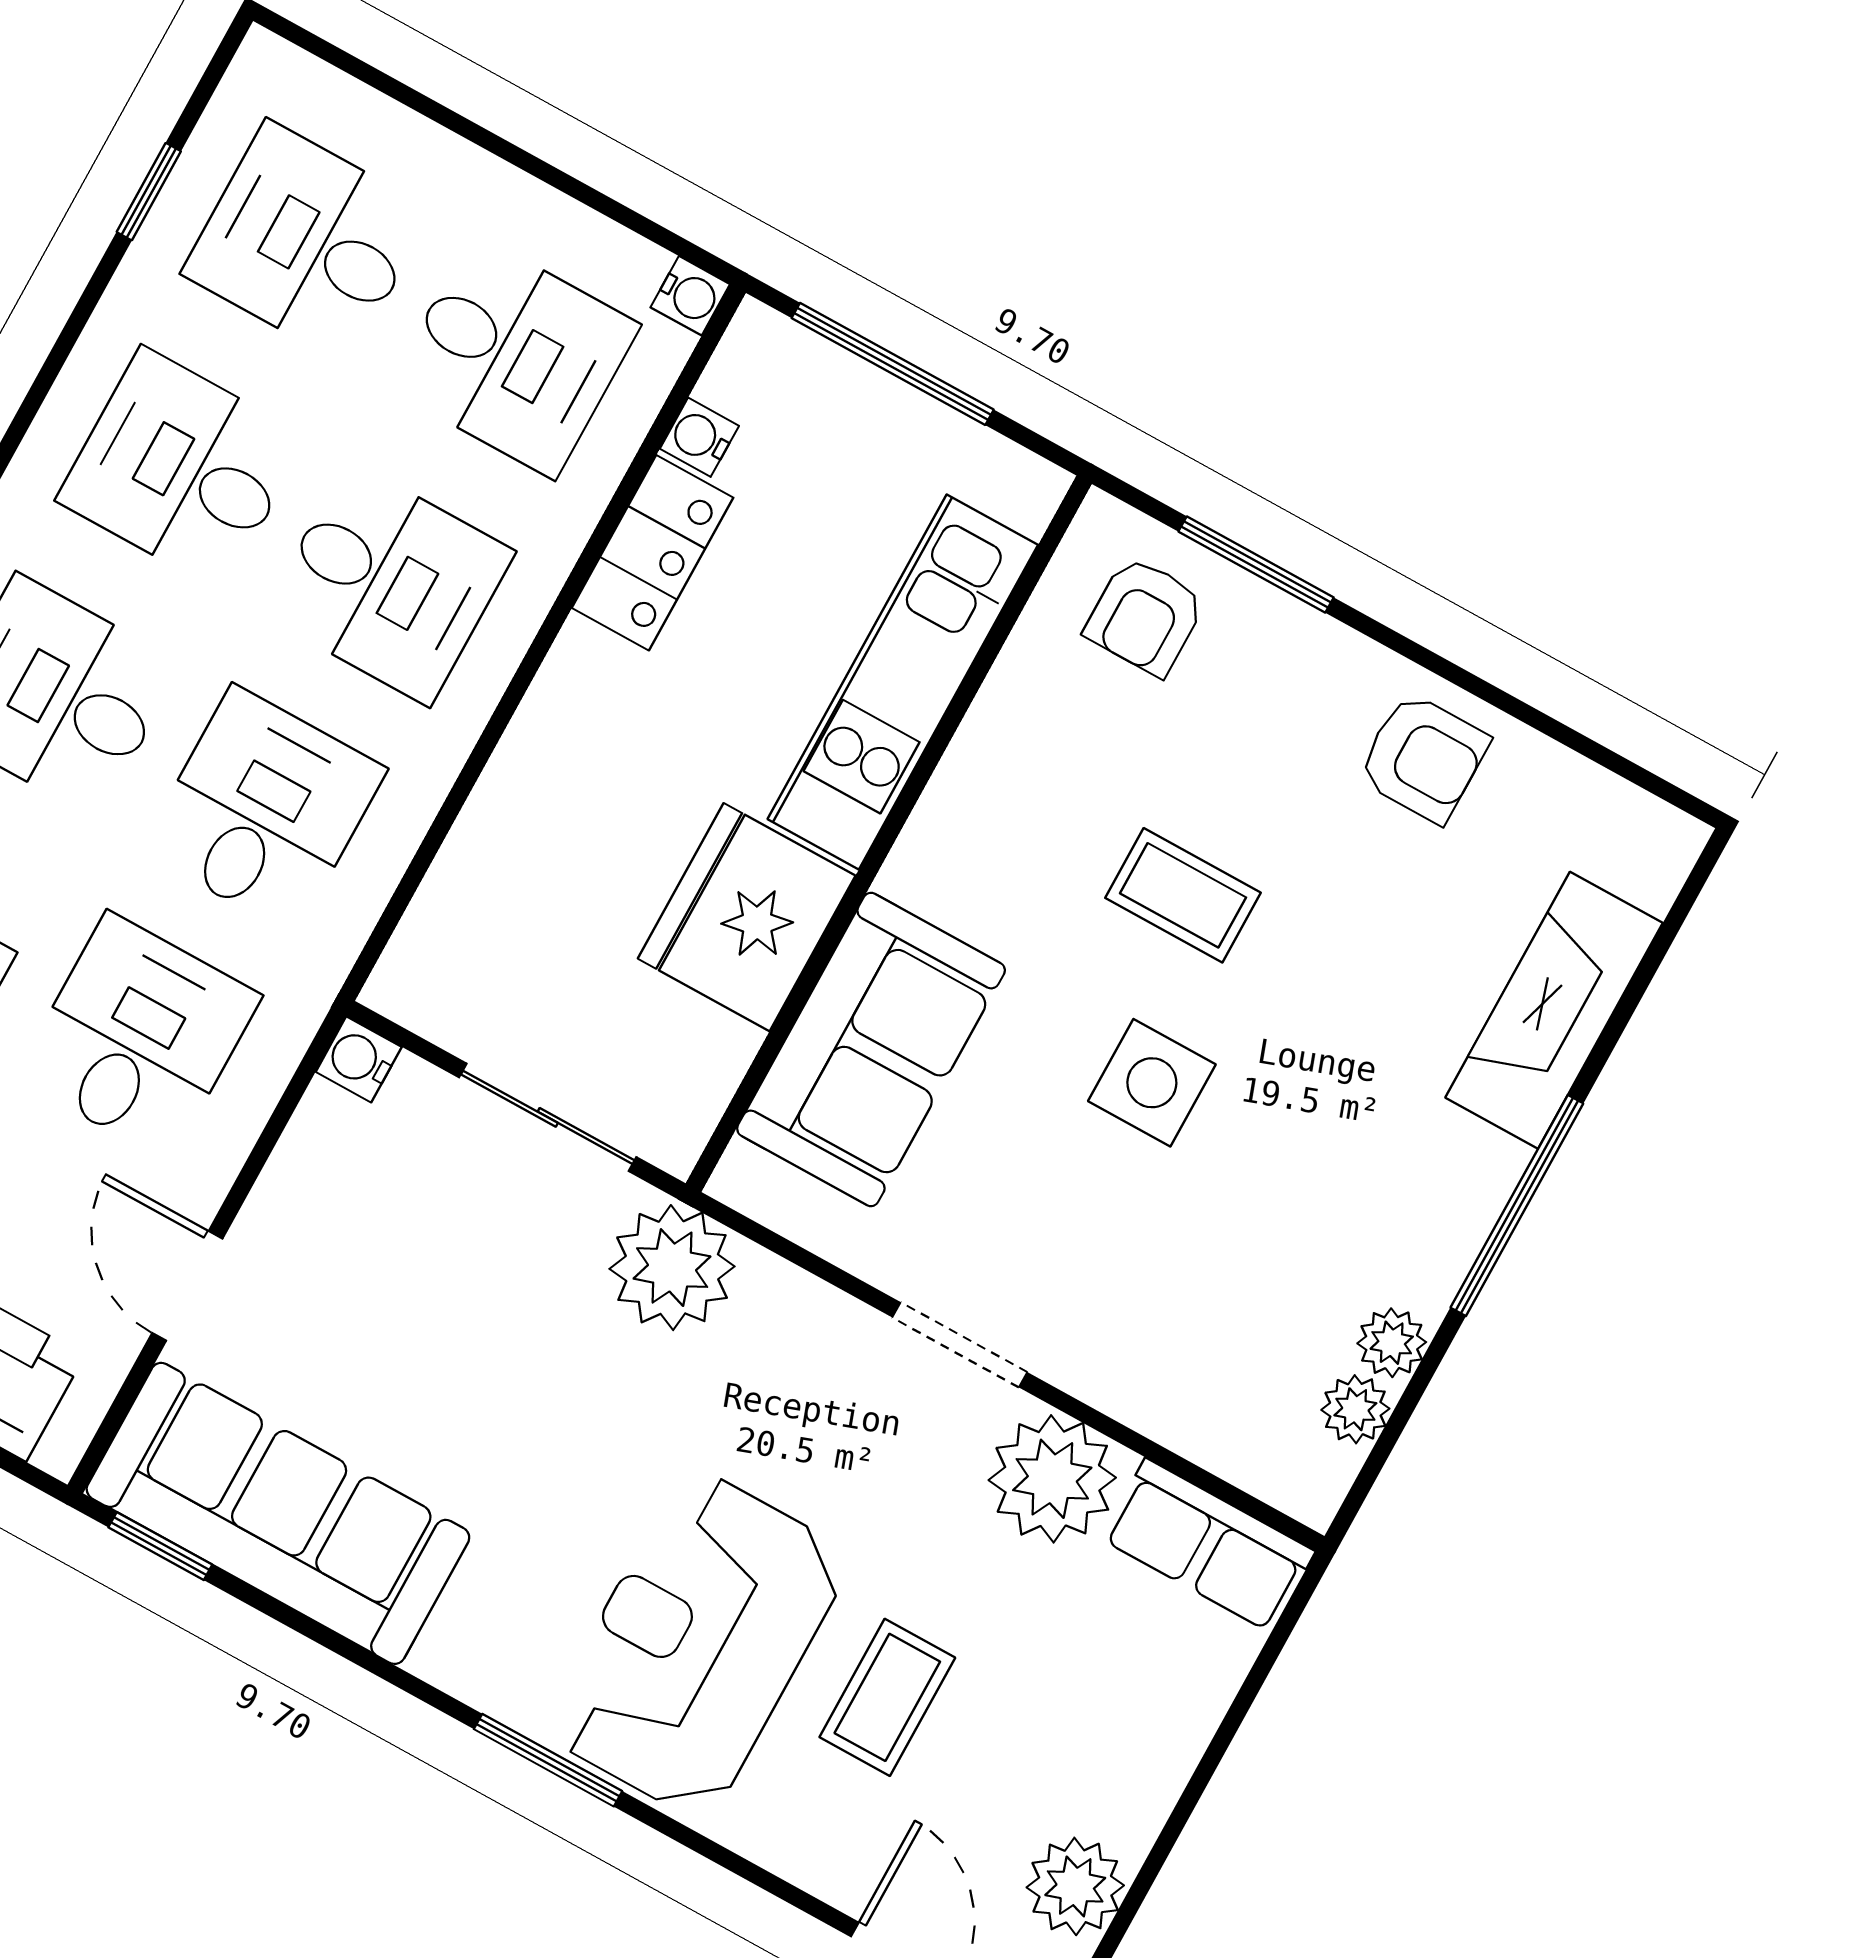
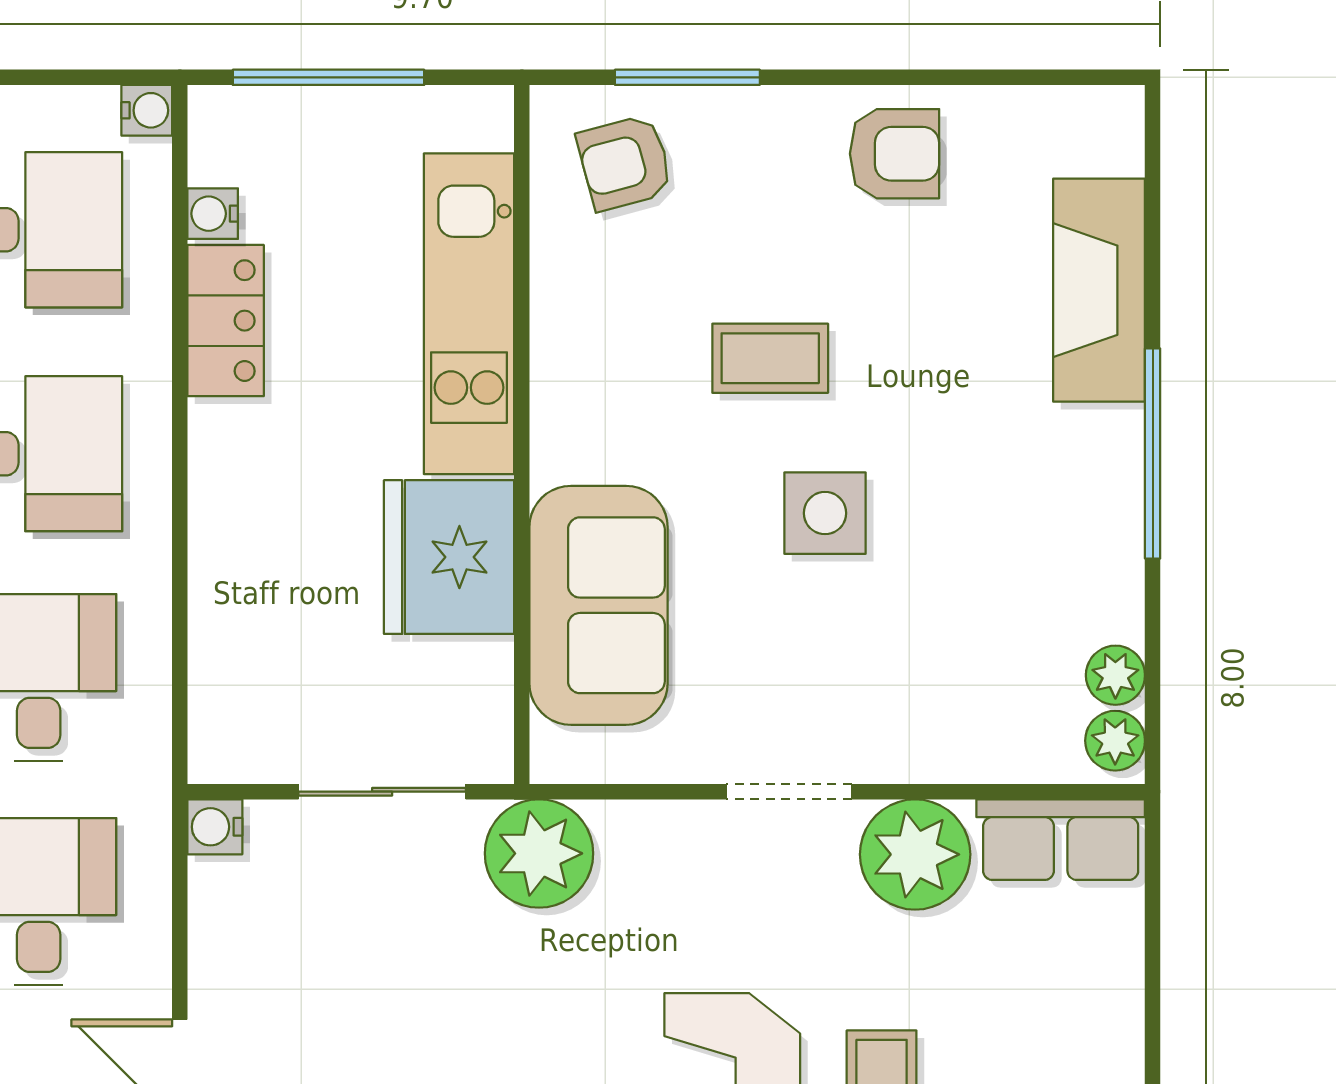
armchair: (1145, 616) -> (625, 163), turned 75
plant: (1392, 1343) -> (1115, 741), moved

